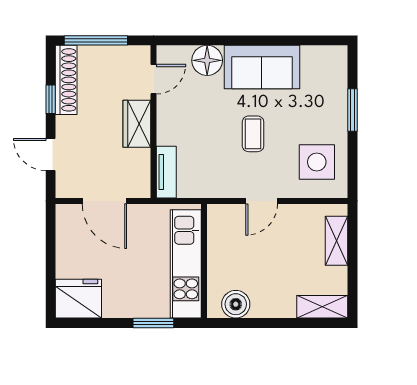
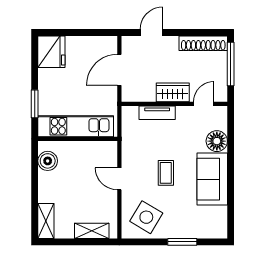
door: (153, 79) -> (204, 104), swing flipped
window: (51, 99) -> (190, 33), removed
coffee table: (253, 134) -> (166, 173), turned 90
side table: (317, 162) -> (146, 217), turned 31
tv unit: (166, 172) -> (157, 113), moved

